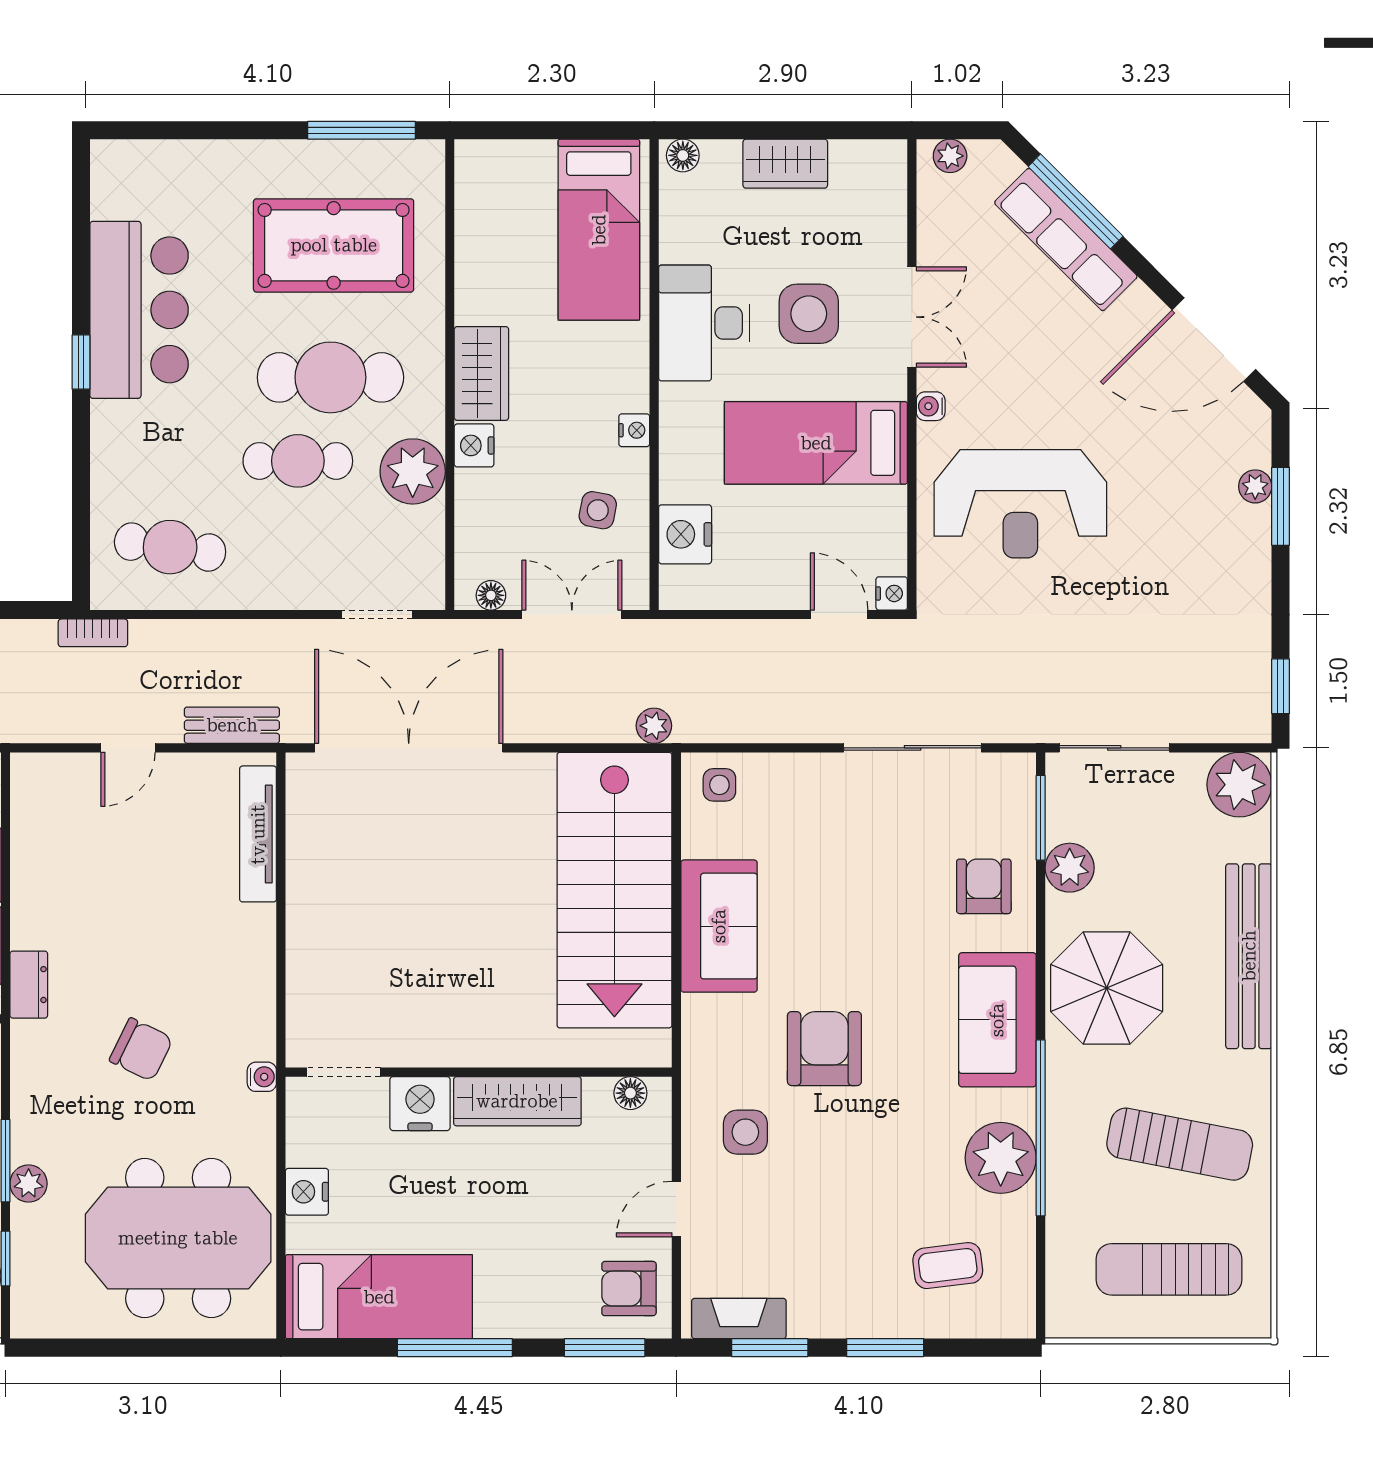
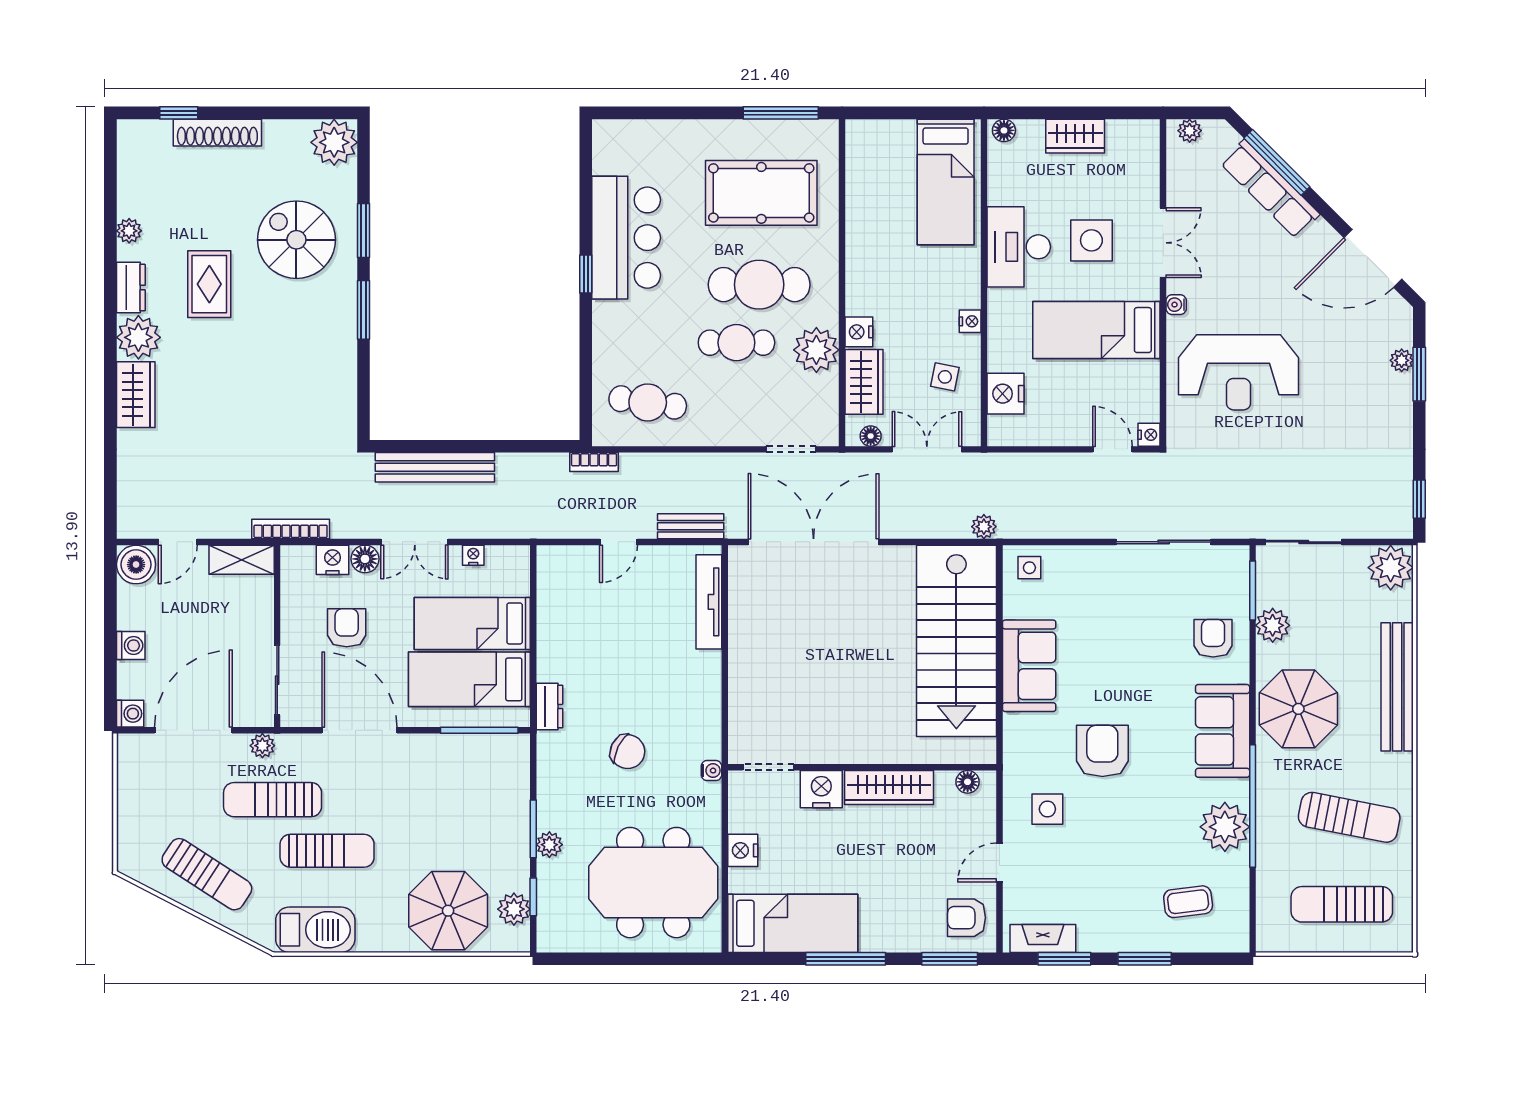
wardrobe: (481, 373) -> (864, 382), moved

